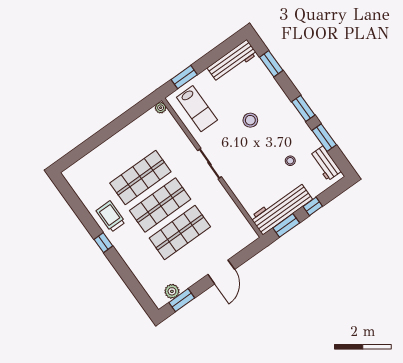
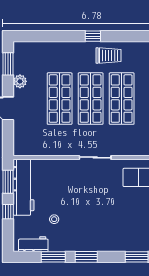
stool: (250, 120) -> (106, 211), removed
plant: (172, 291) -> (20, 81), moved

